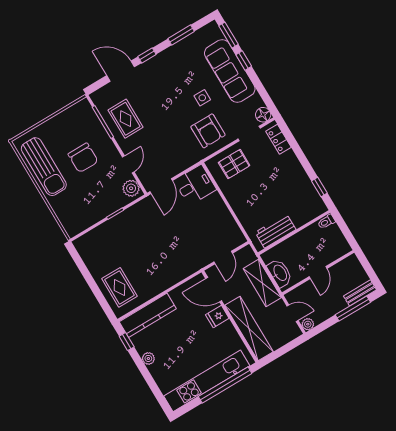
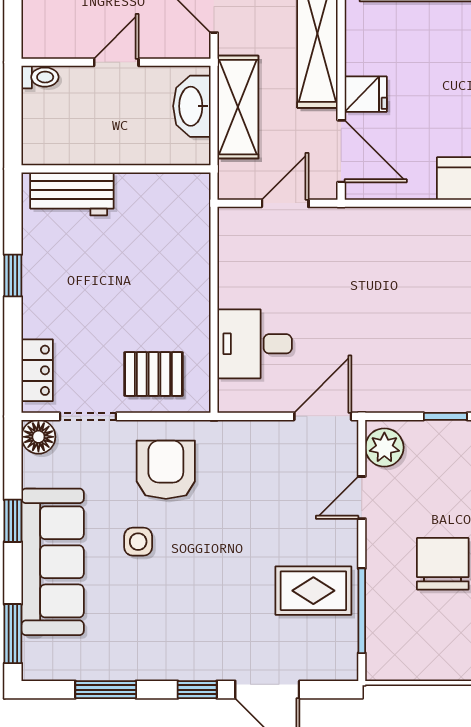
window: (244, 61) -> (13, 521), moved
rug: (126, 119) -> (313, 591), turned 90
desk: (195, 185) -> (255, 344), moved
window: (319, 187) -> (13, 275), moved
toilet: (326, 222) -> (40, 77), moved
workbench: (276, 231) -> (72, 194), moved

